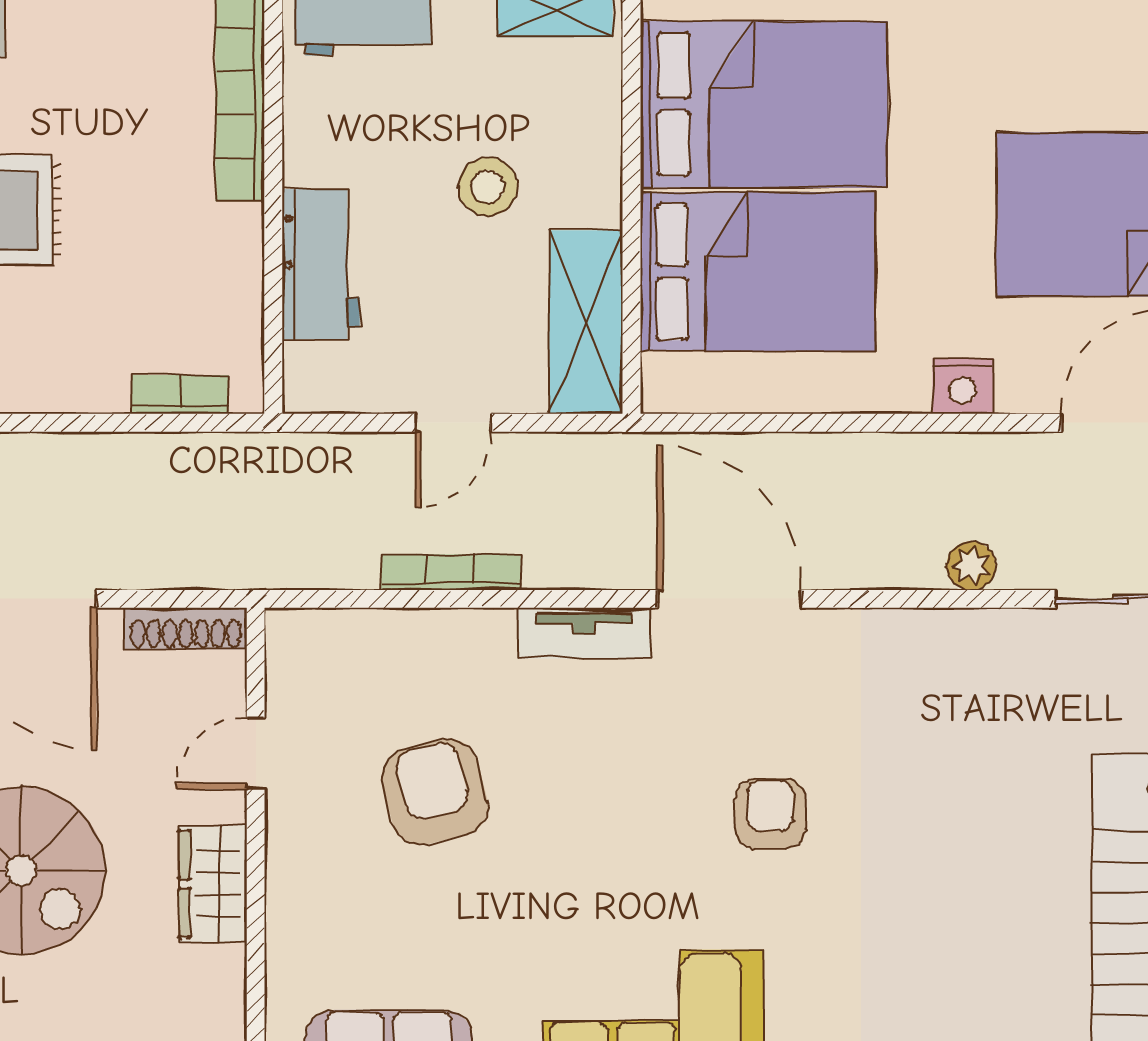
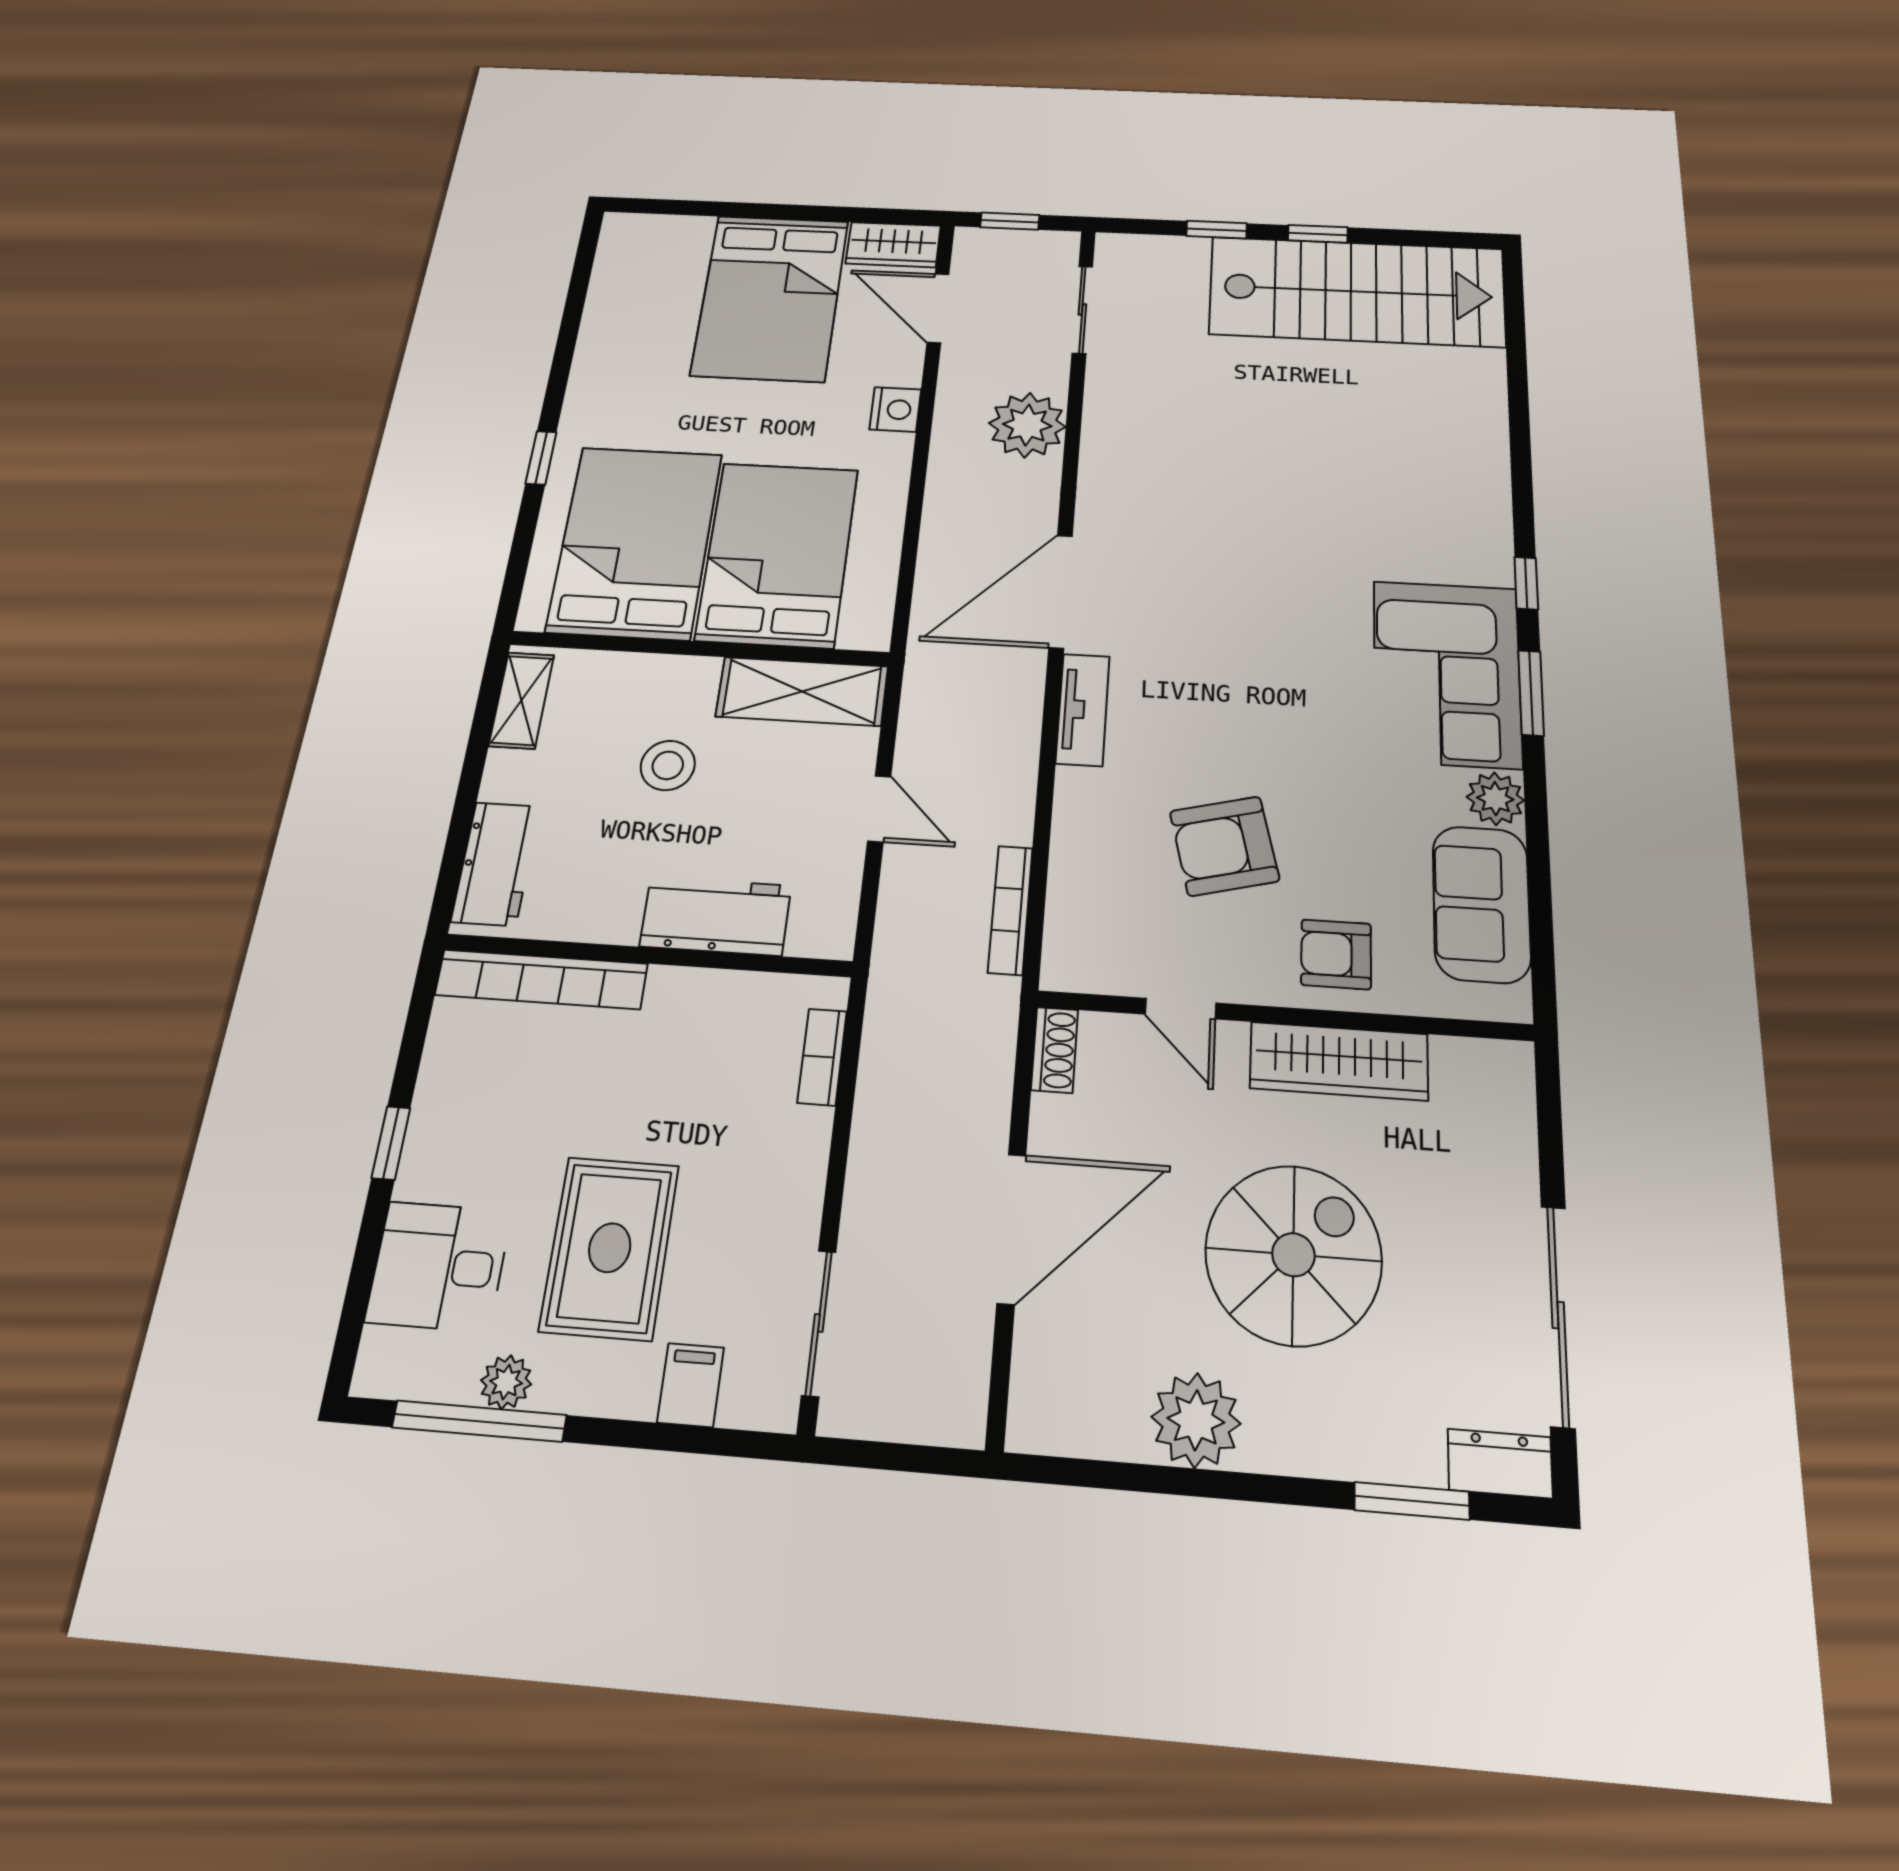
plant: (971, 566) -> (1027, 425), width x1.88, depth x1.88
bookcase: (451, 572) -> (1010, 910), moved
shoe rack: (186, 628) -> (1055, 1050), width x0.70
armchair: (770, 814) -> (1336, 954), moved
wardrobe: (213, 884) -> (1339, 1061), width x1.50

